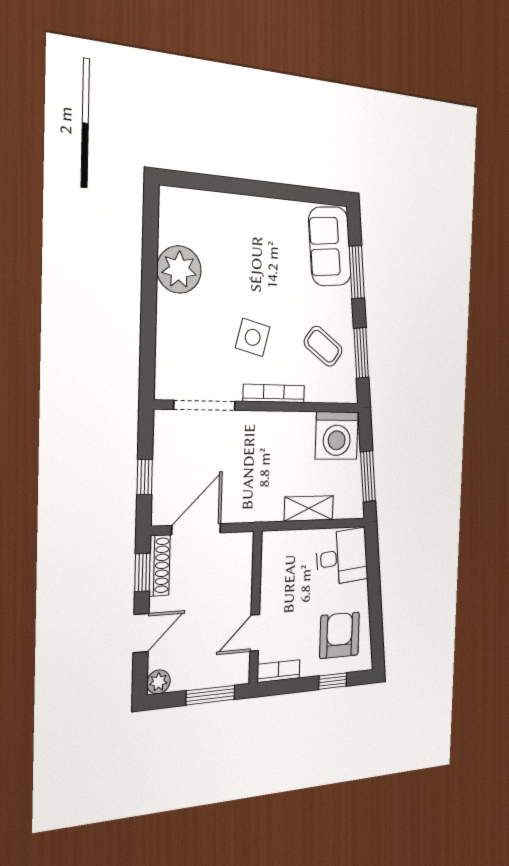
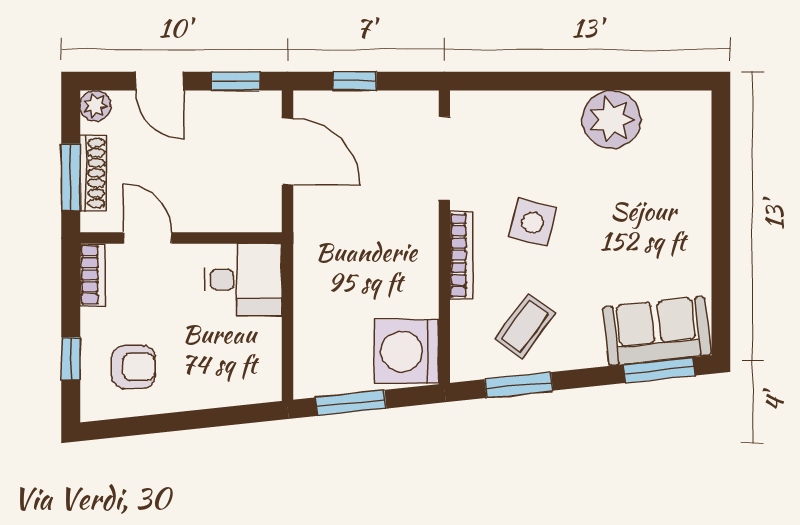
window: (357, 272) -> (659, 370), moved
shelving: (309, 508) -> (309, 313), removed
desk: (342, 557) -> (243, 280), moved, turned -84
shoe rack: (160, 565) -> (93, 173), moved, turned -90
armchair: (340, 635) -> (133, 367), width x0.72, depth x0.72

